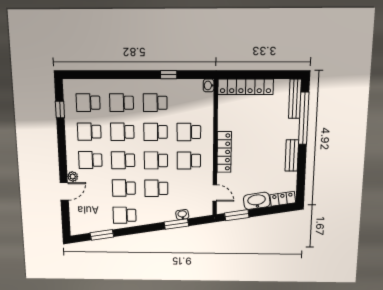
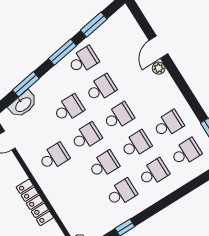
school desk: (189, 132) -> (72, 185), removed
locker: (224, 152) -> (35, 202), moved
school desk: (90, 160) -> (151, 96), removed
washbasin: (182, 215) -> (23, 104), width x1.91, depth x1.45
window: (136, 230) -> (62, 52), added

